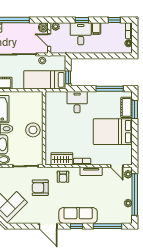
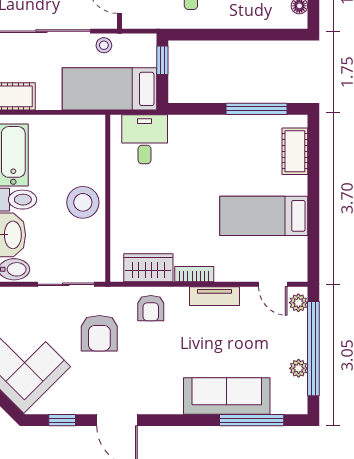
window: (68, 77) -> (162, 60), moved
desk: (77, 102) -> (145, 139), moved
window: (135, 109) -> (313, 156), removed
bed: (113, 132) -> (264, 216), width x0.67
armchair: (40, 188) -> (99, 333), turned -90
sofa: (78, 215) -> (227, 396), moved
window: (76, 226) -> (62, 420), moved

